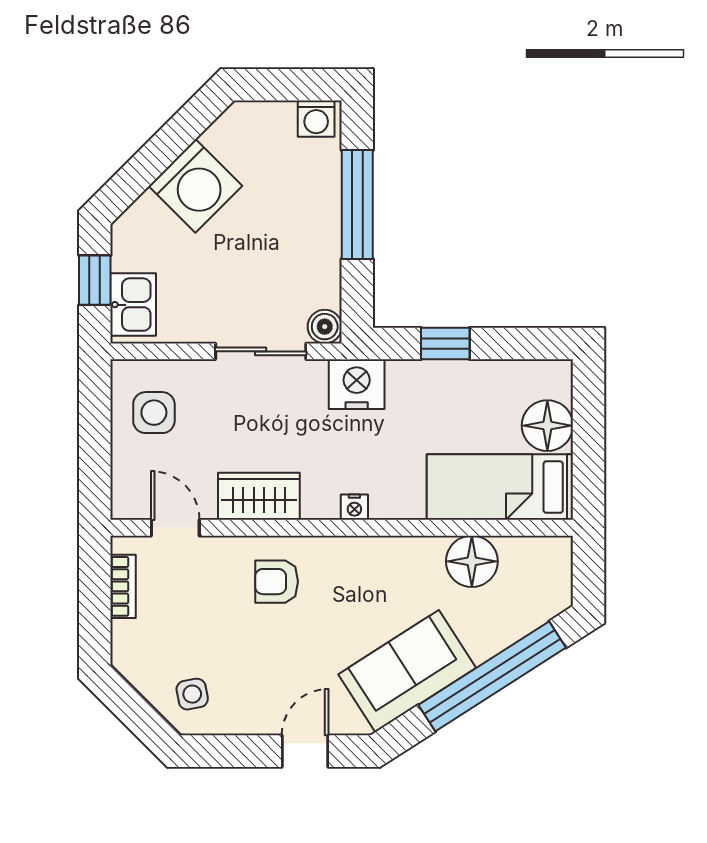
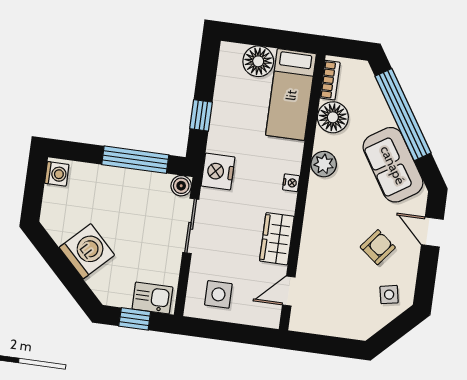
window: (357, 204) -> (135, 160), moved
plant: (393, 557) -> (324, 164), added
armchair: (277, 582) -> (378, 247), moved, turned -142
bookcase: (123, 586) -> (330, 80), moved, turned 90

